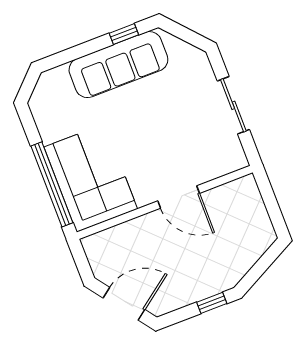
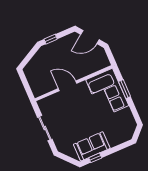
sofa: (118, 65) -> (92, 146), width x0.73
window: (52, 184) -> (125, 89), width x0.47

